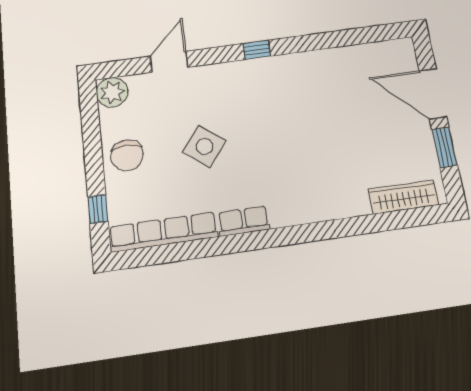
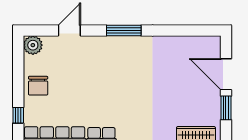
window: (257, 50) -> (124, 31), width x2.17
side table: (204, 146) -> (84, 87), removed

